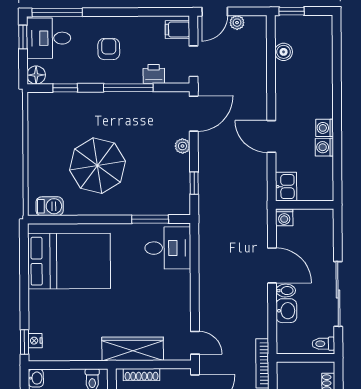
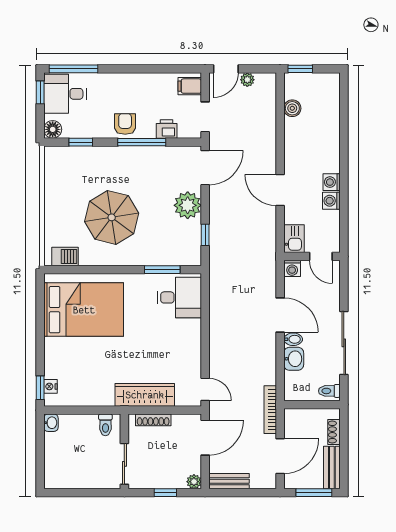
armchair: (109, 49) -> (125, 124), moved
plant: (182, 146) -> (188, 205), width x1.88, depth x1.88
door: (314, 205) -> (321, 256), added

